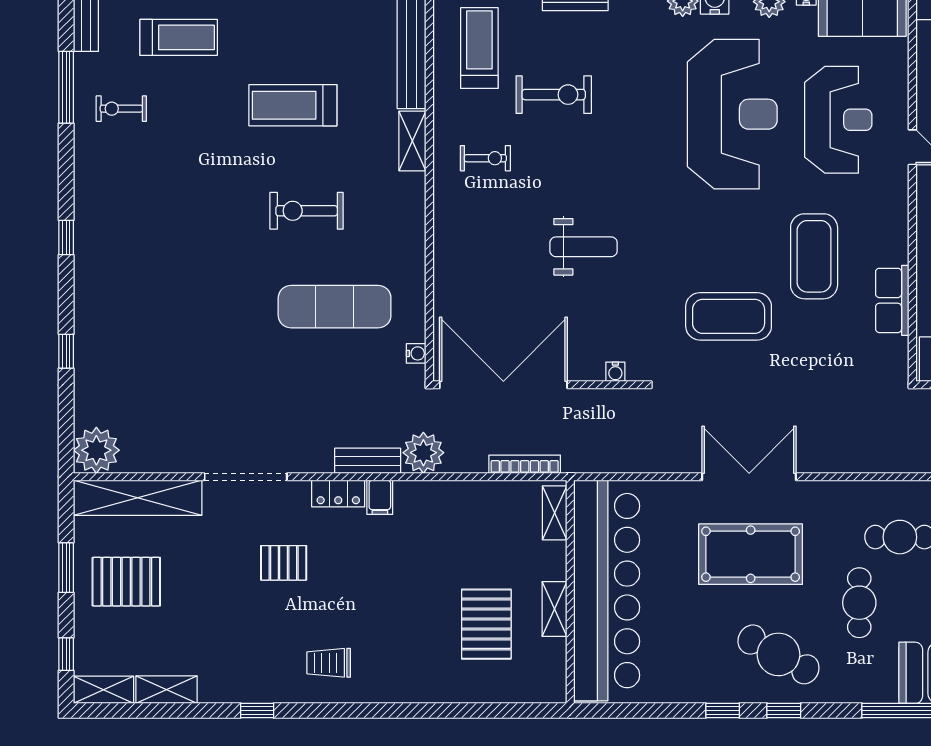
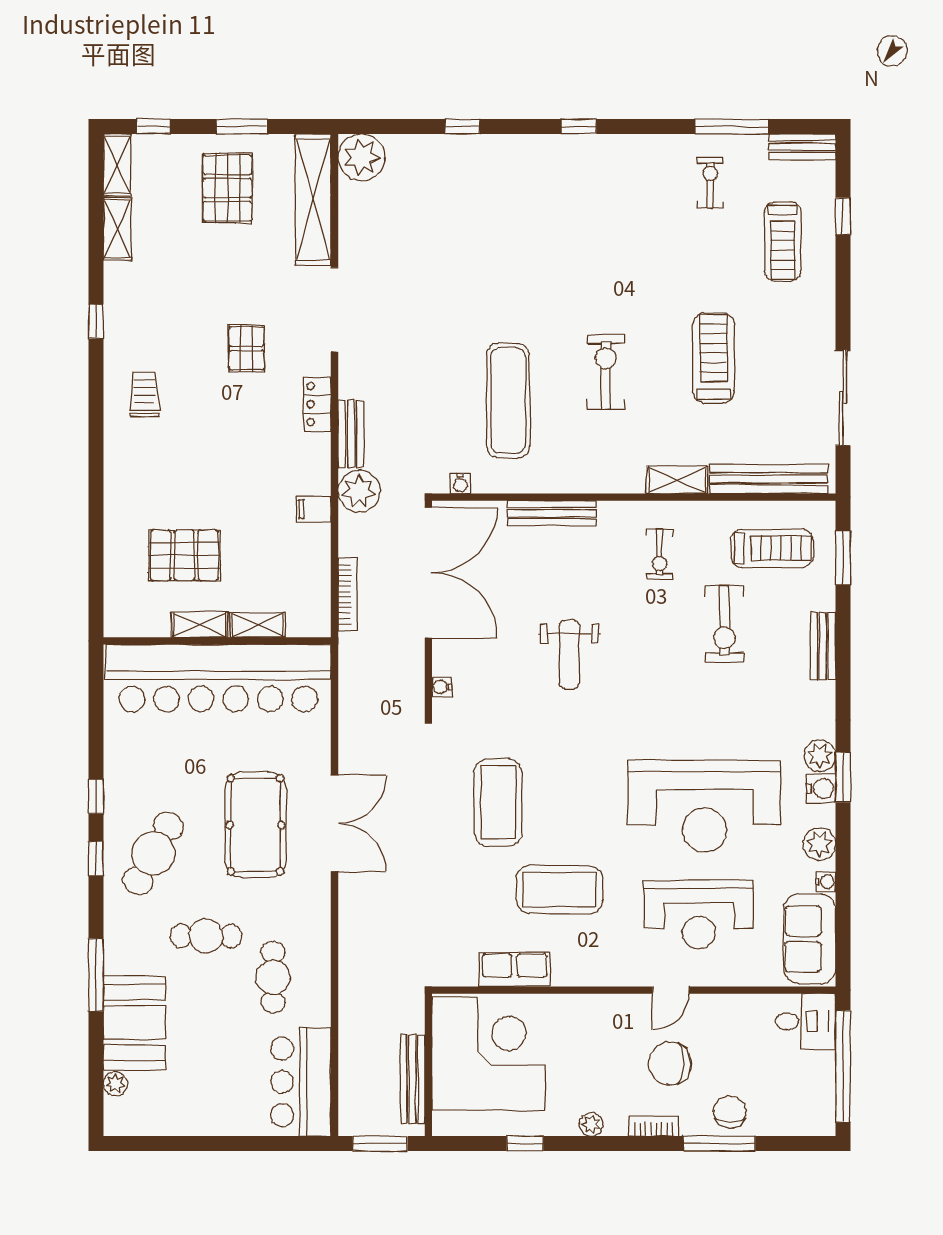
bench: (445, 264) -> (552, 513), added
filing cabinet: (380, 497) -> (314, 509), moved
shelving: (555, 513) -> (258, 625), moved

